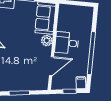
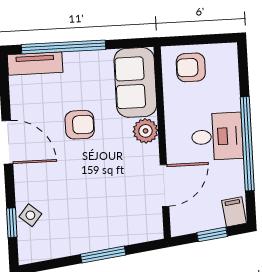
armchair: (71, 15) -> (191, 67), added
armchair: (18, 33) -> (80, 125), added
desk: (67, 43) -> (217, 136), moved, turned 180

